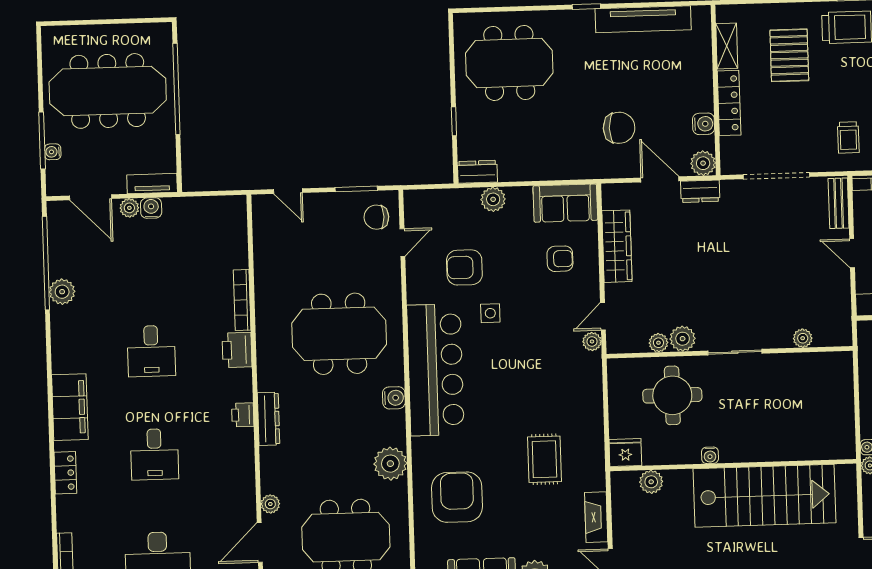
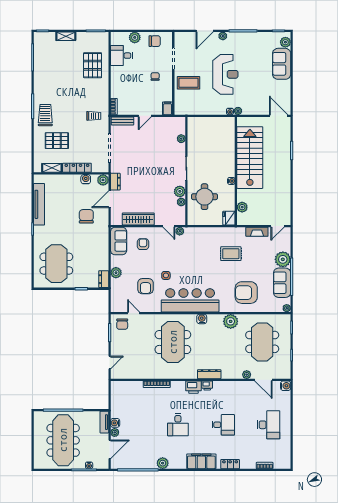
plant: (62, 292) -> (163, 463), moved
printer: (237, 350) -> (193, 387), moved
desk: (151, 351) -> (178, 425), turned 90

